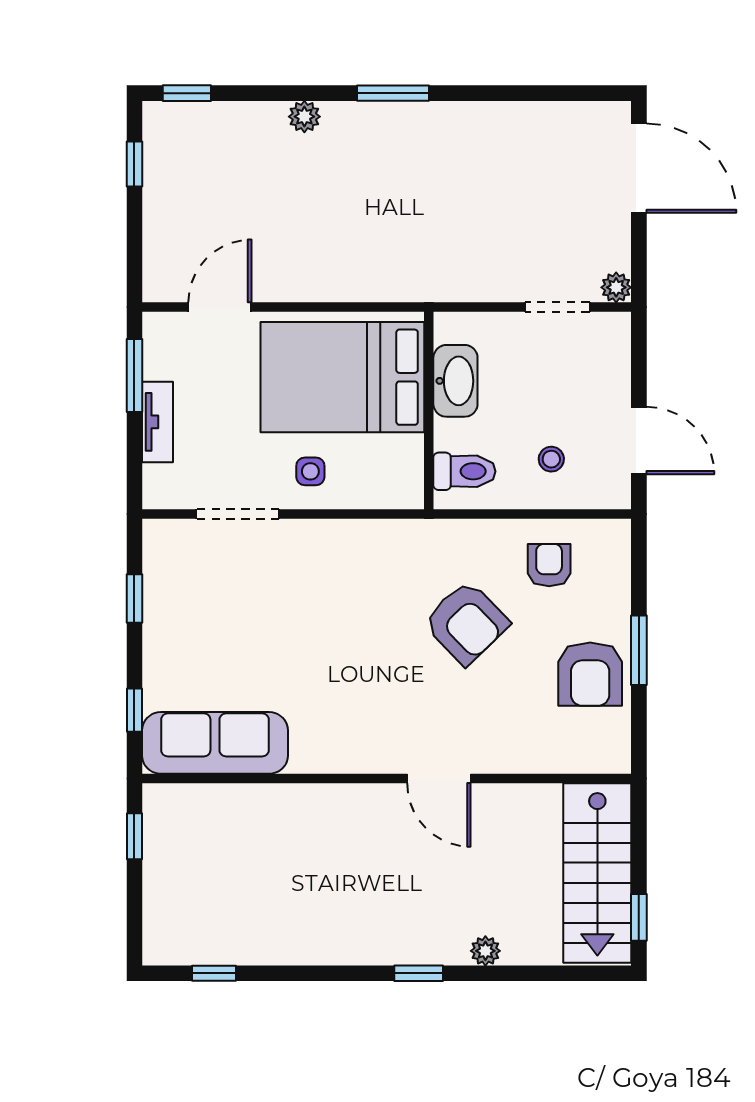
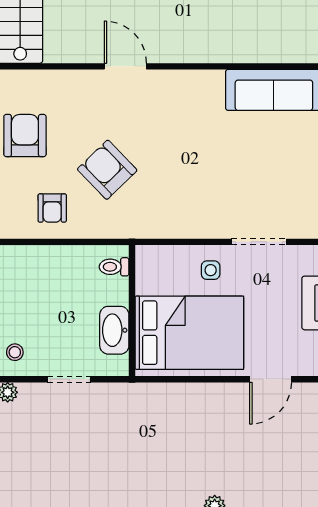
doorway: (557, 307) -> (69, 379), moved
stool: (551, 459) -> (15, 352), moved
toilet: (464, 471) -> (114, 267), width x0.73, depth x0.72

